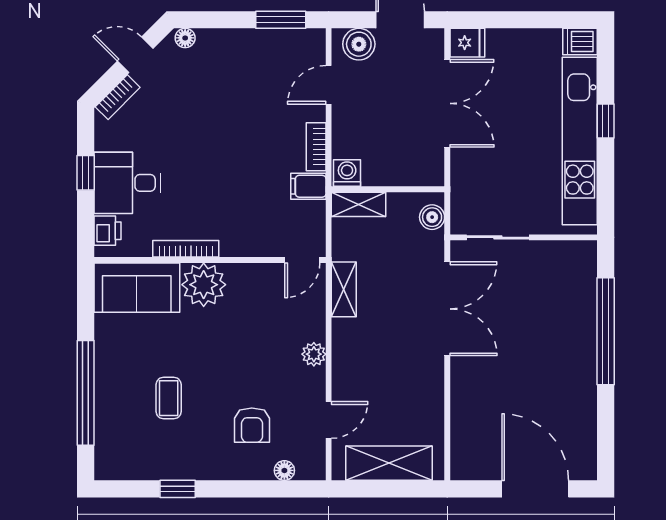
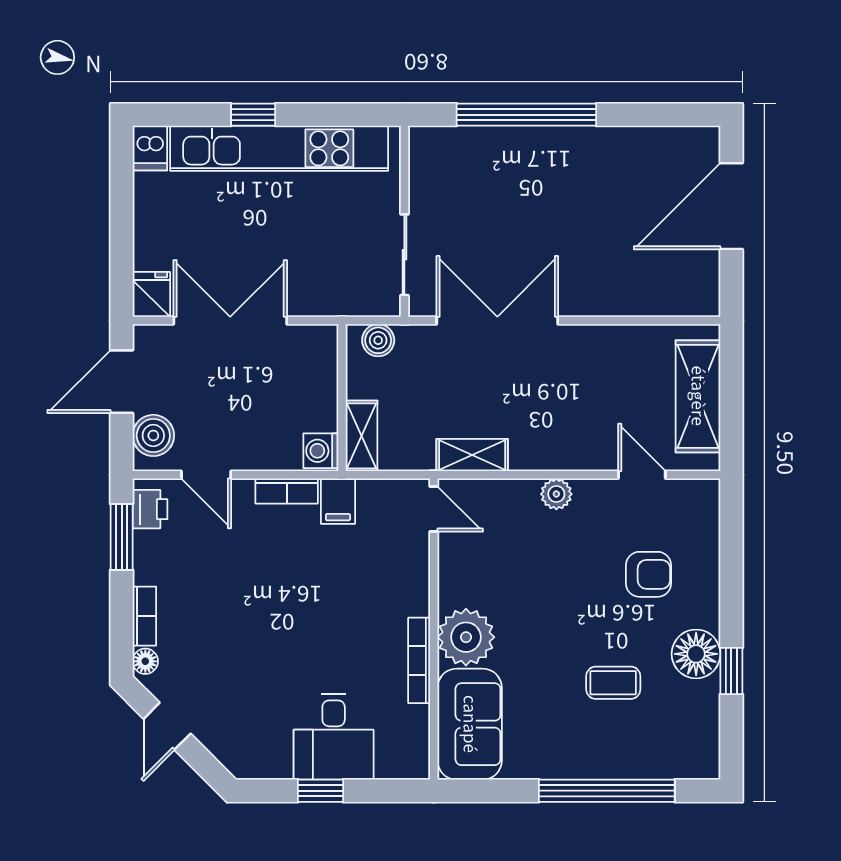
bookcase: (118, 97) -> (144, 616), moved, turned 45
printer: (107, 231) -> (150, 509), moved, turned 90
floor lamp: (284, 470) -> (696, 654), moved, width x1.89, depth x1.89

